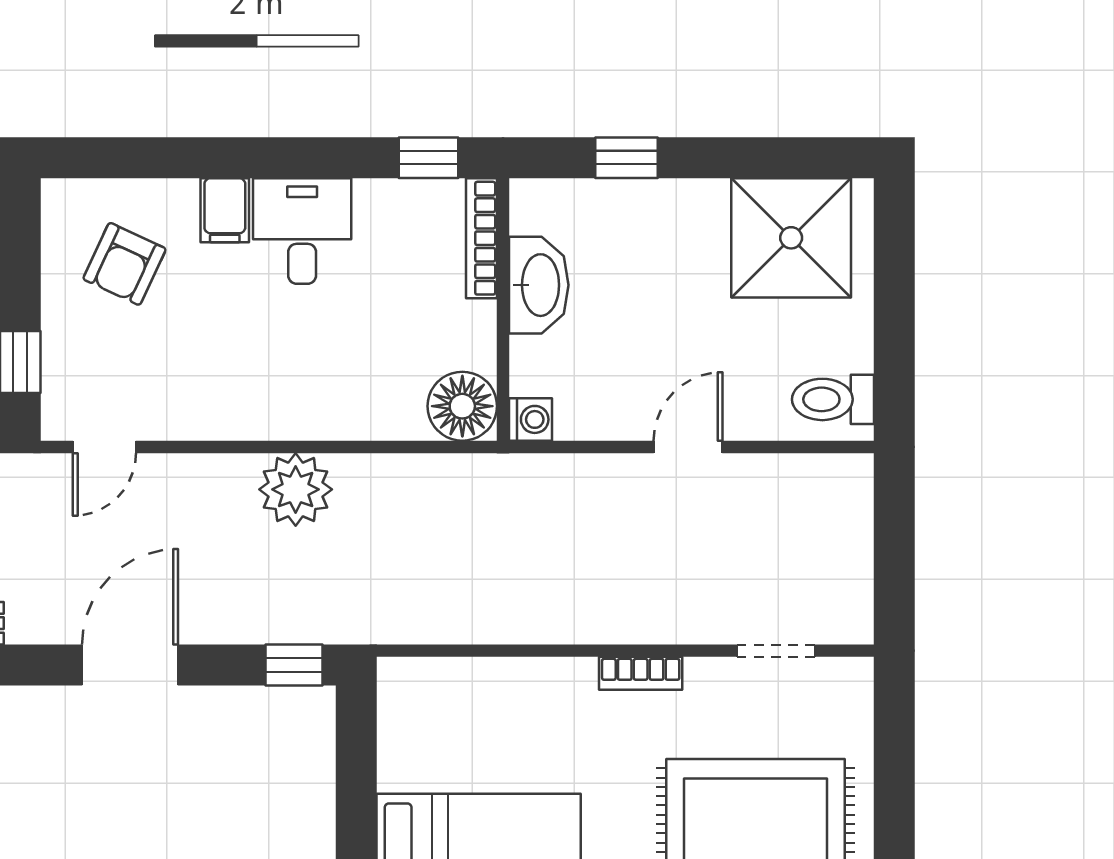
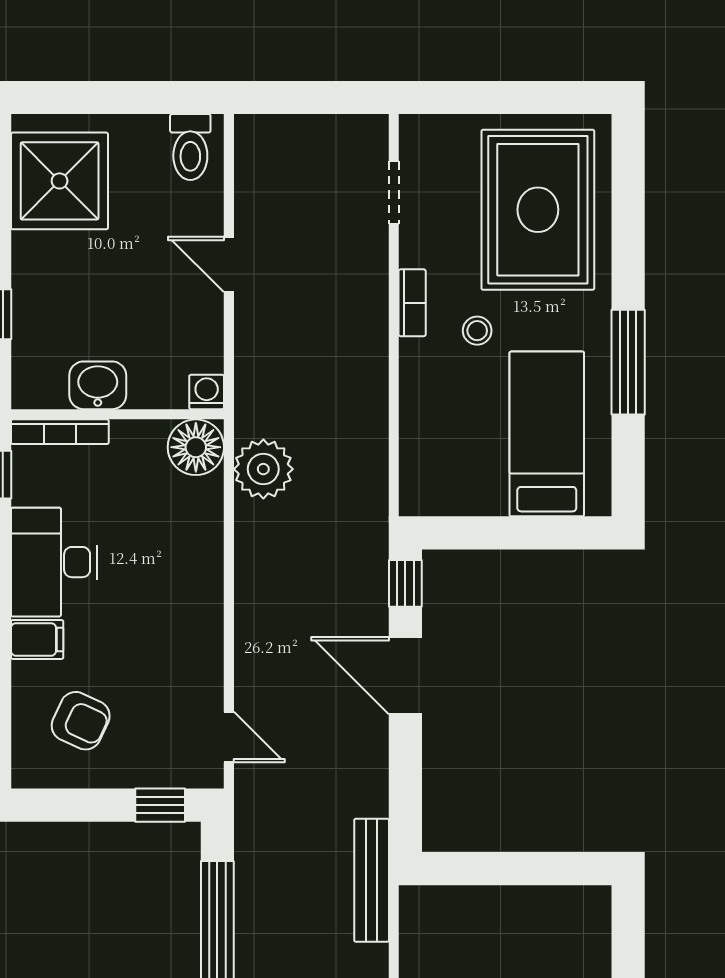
desk: (302, 231) -> (54, 562), width x1.37
washbasin: (539, 285) -> (98, 385), width x0.72
plant: (296, 489) -> (263, 469), moved
door: (130, 665) -> (405, 676), moved
stool: (606, 754) -> (477, 331), added

